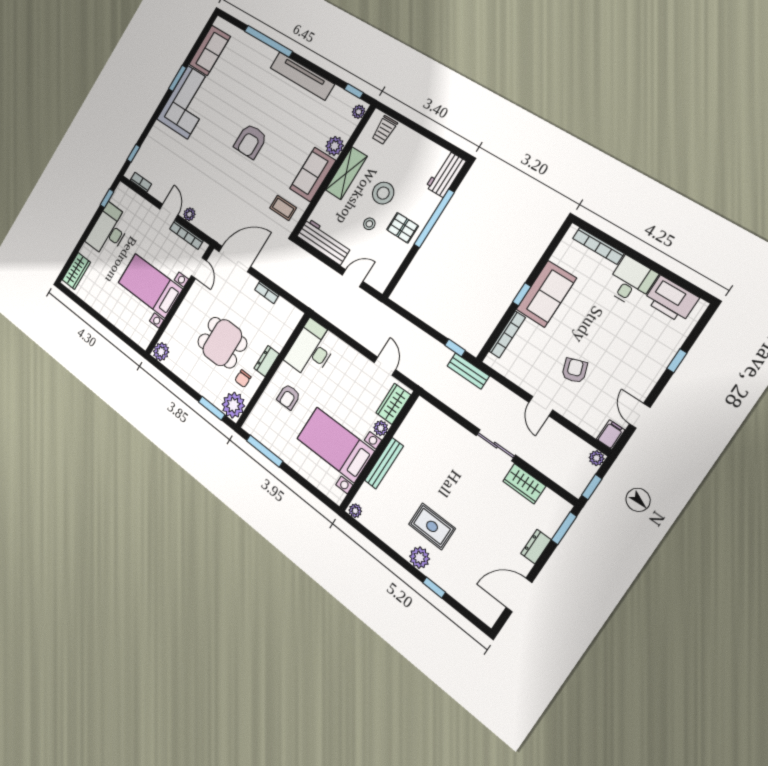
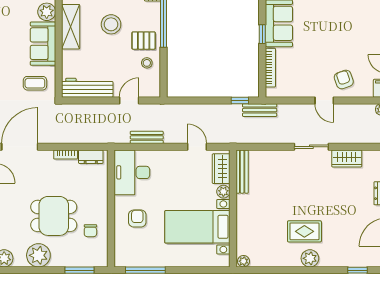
stool: (369, 224) -> (147, 63), moved
bench: (346, 325) -> (147, 137), added
dresser: (267, 361) -> (91, 157), moved, turned -90
armchair: (575, 370) -> (344, 79), moved
armchair: (289, 397) -> (137, 219), turned 180
plant: (233, 405) -> (38, 255), moved
bench: (384, 463) -> (242, 172), moved
window: (434, 587) -> (357, 270), moved

